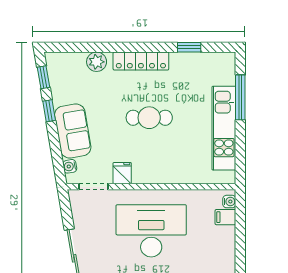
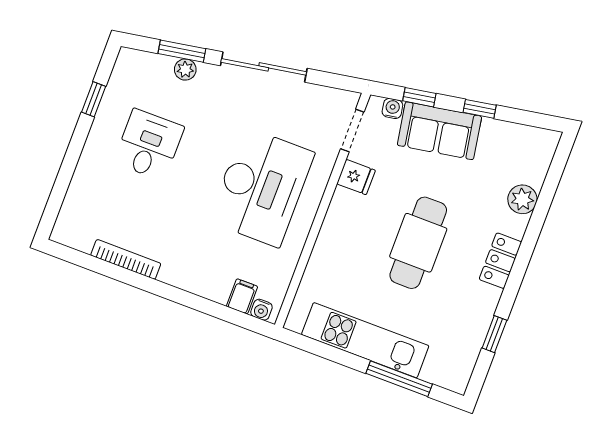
locker: (141, 61) -> (500, 261), width x0.66
window: (43, 77) -> (419, 97), moved
cafe table: (149, 118) -> (418, 243), width x1.37, depth x1.35

